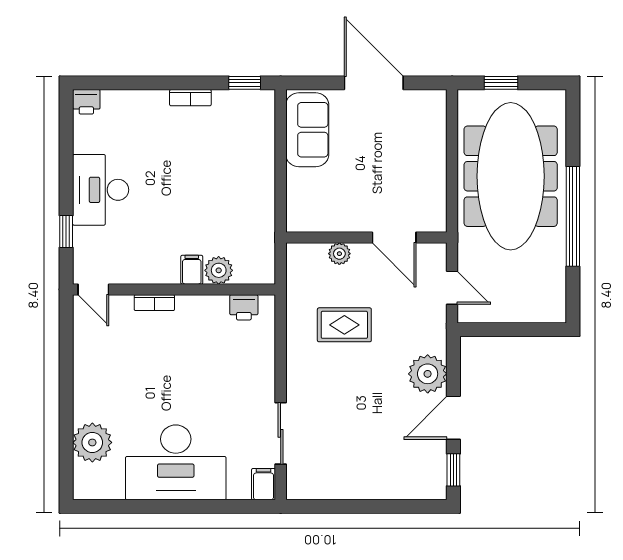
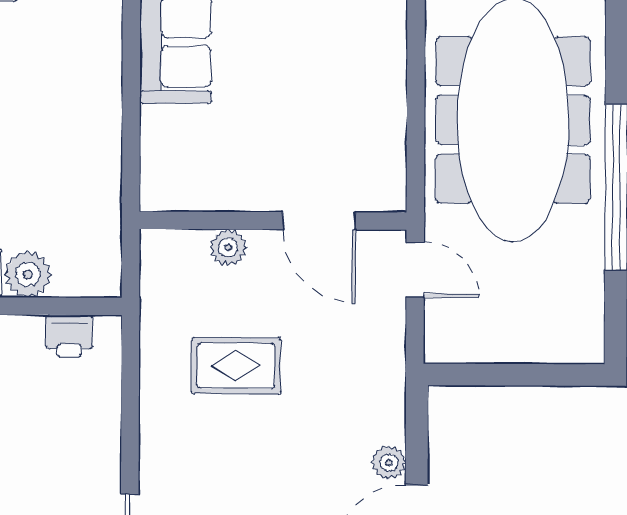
door: (452, 288) -> (415, 270), moved
plant: (428, 374) -> (389, 462), width x0.53, depth x0.53

